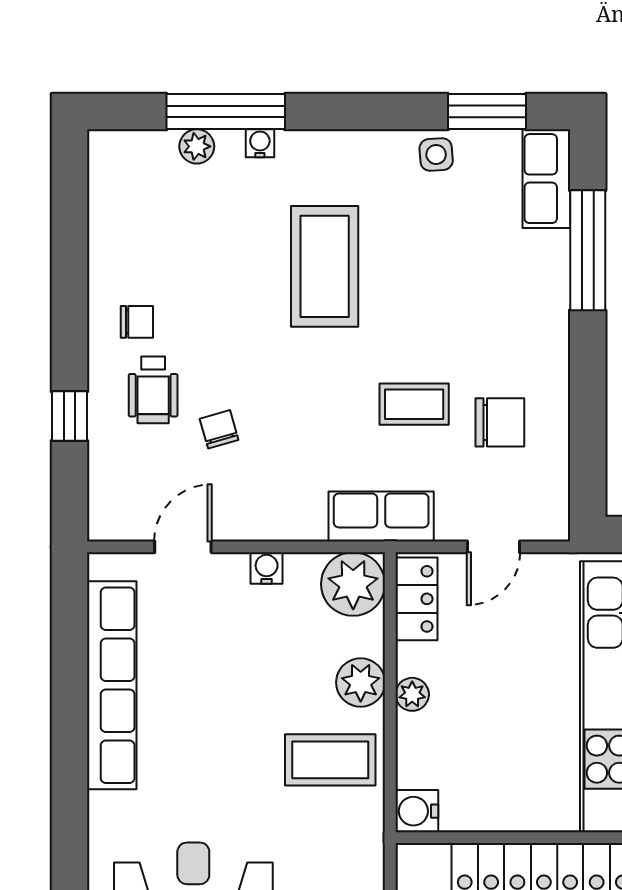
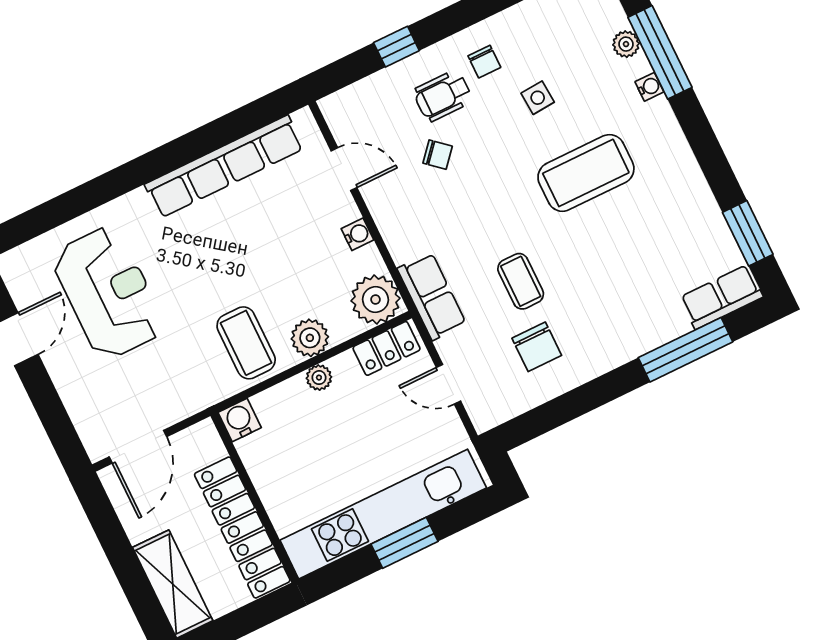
side table: (436, 154) -> (538, 98), moved
chair: (219, 429) -> (438, 155), turned 57

